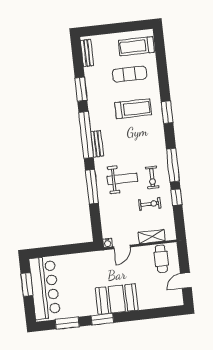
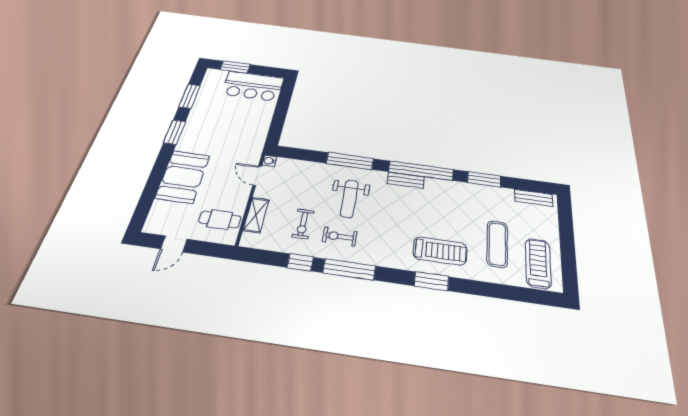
treadmill: (133, 109) -> (440, 251), moved, turned -90
door: (186, 280) -> (174, 244), swing flipped
window: (27, 285) -> (235, 67), moved
bar counter: (45, 288) -> (253, 86), width x0.73
booth: (117, 299) -> (183, 177), moved

